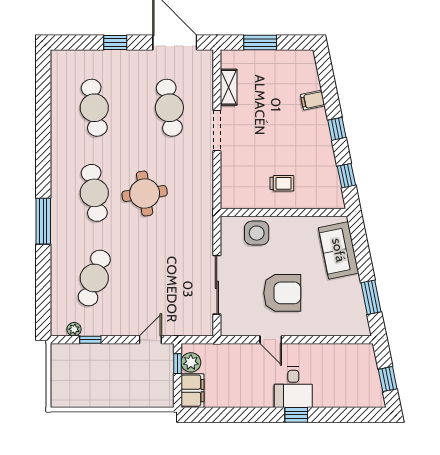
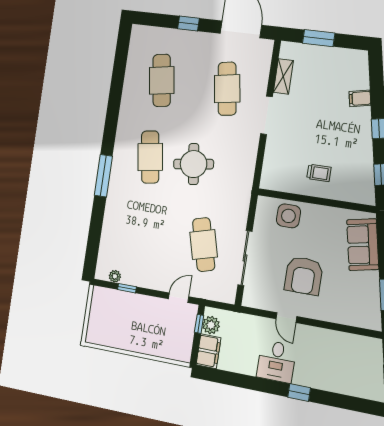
cafe table: (94, 278) -> (204, 245), moved, turned -33
armchair: (282, 293) -> (304, 276), turned 90
desk: (293, 387) -> (276, 361), moved

